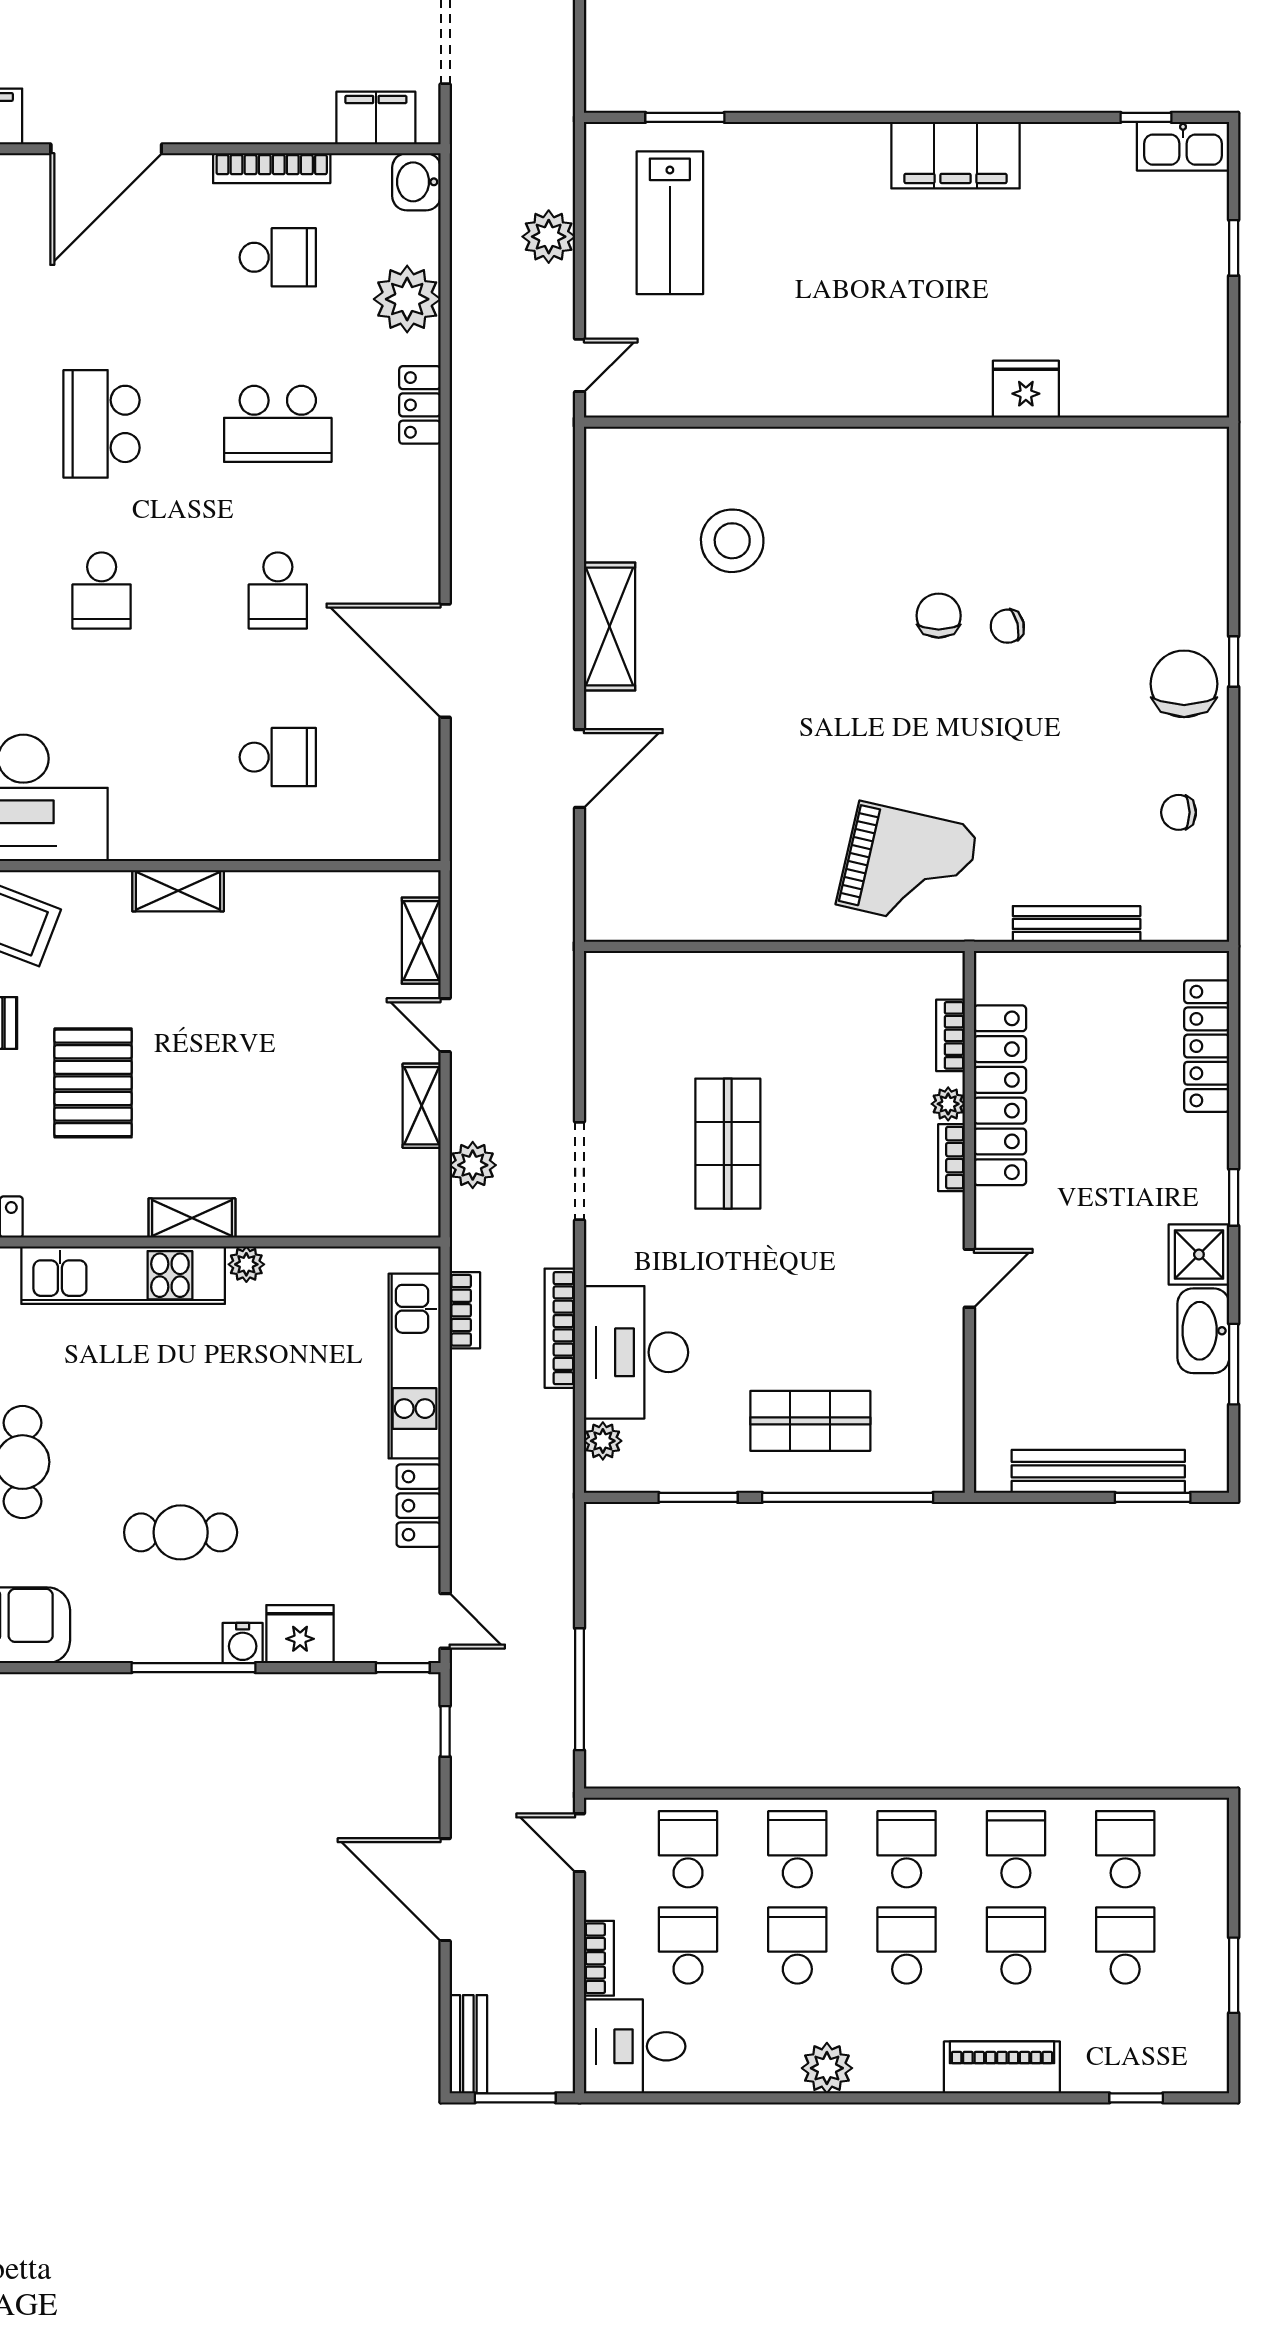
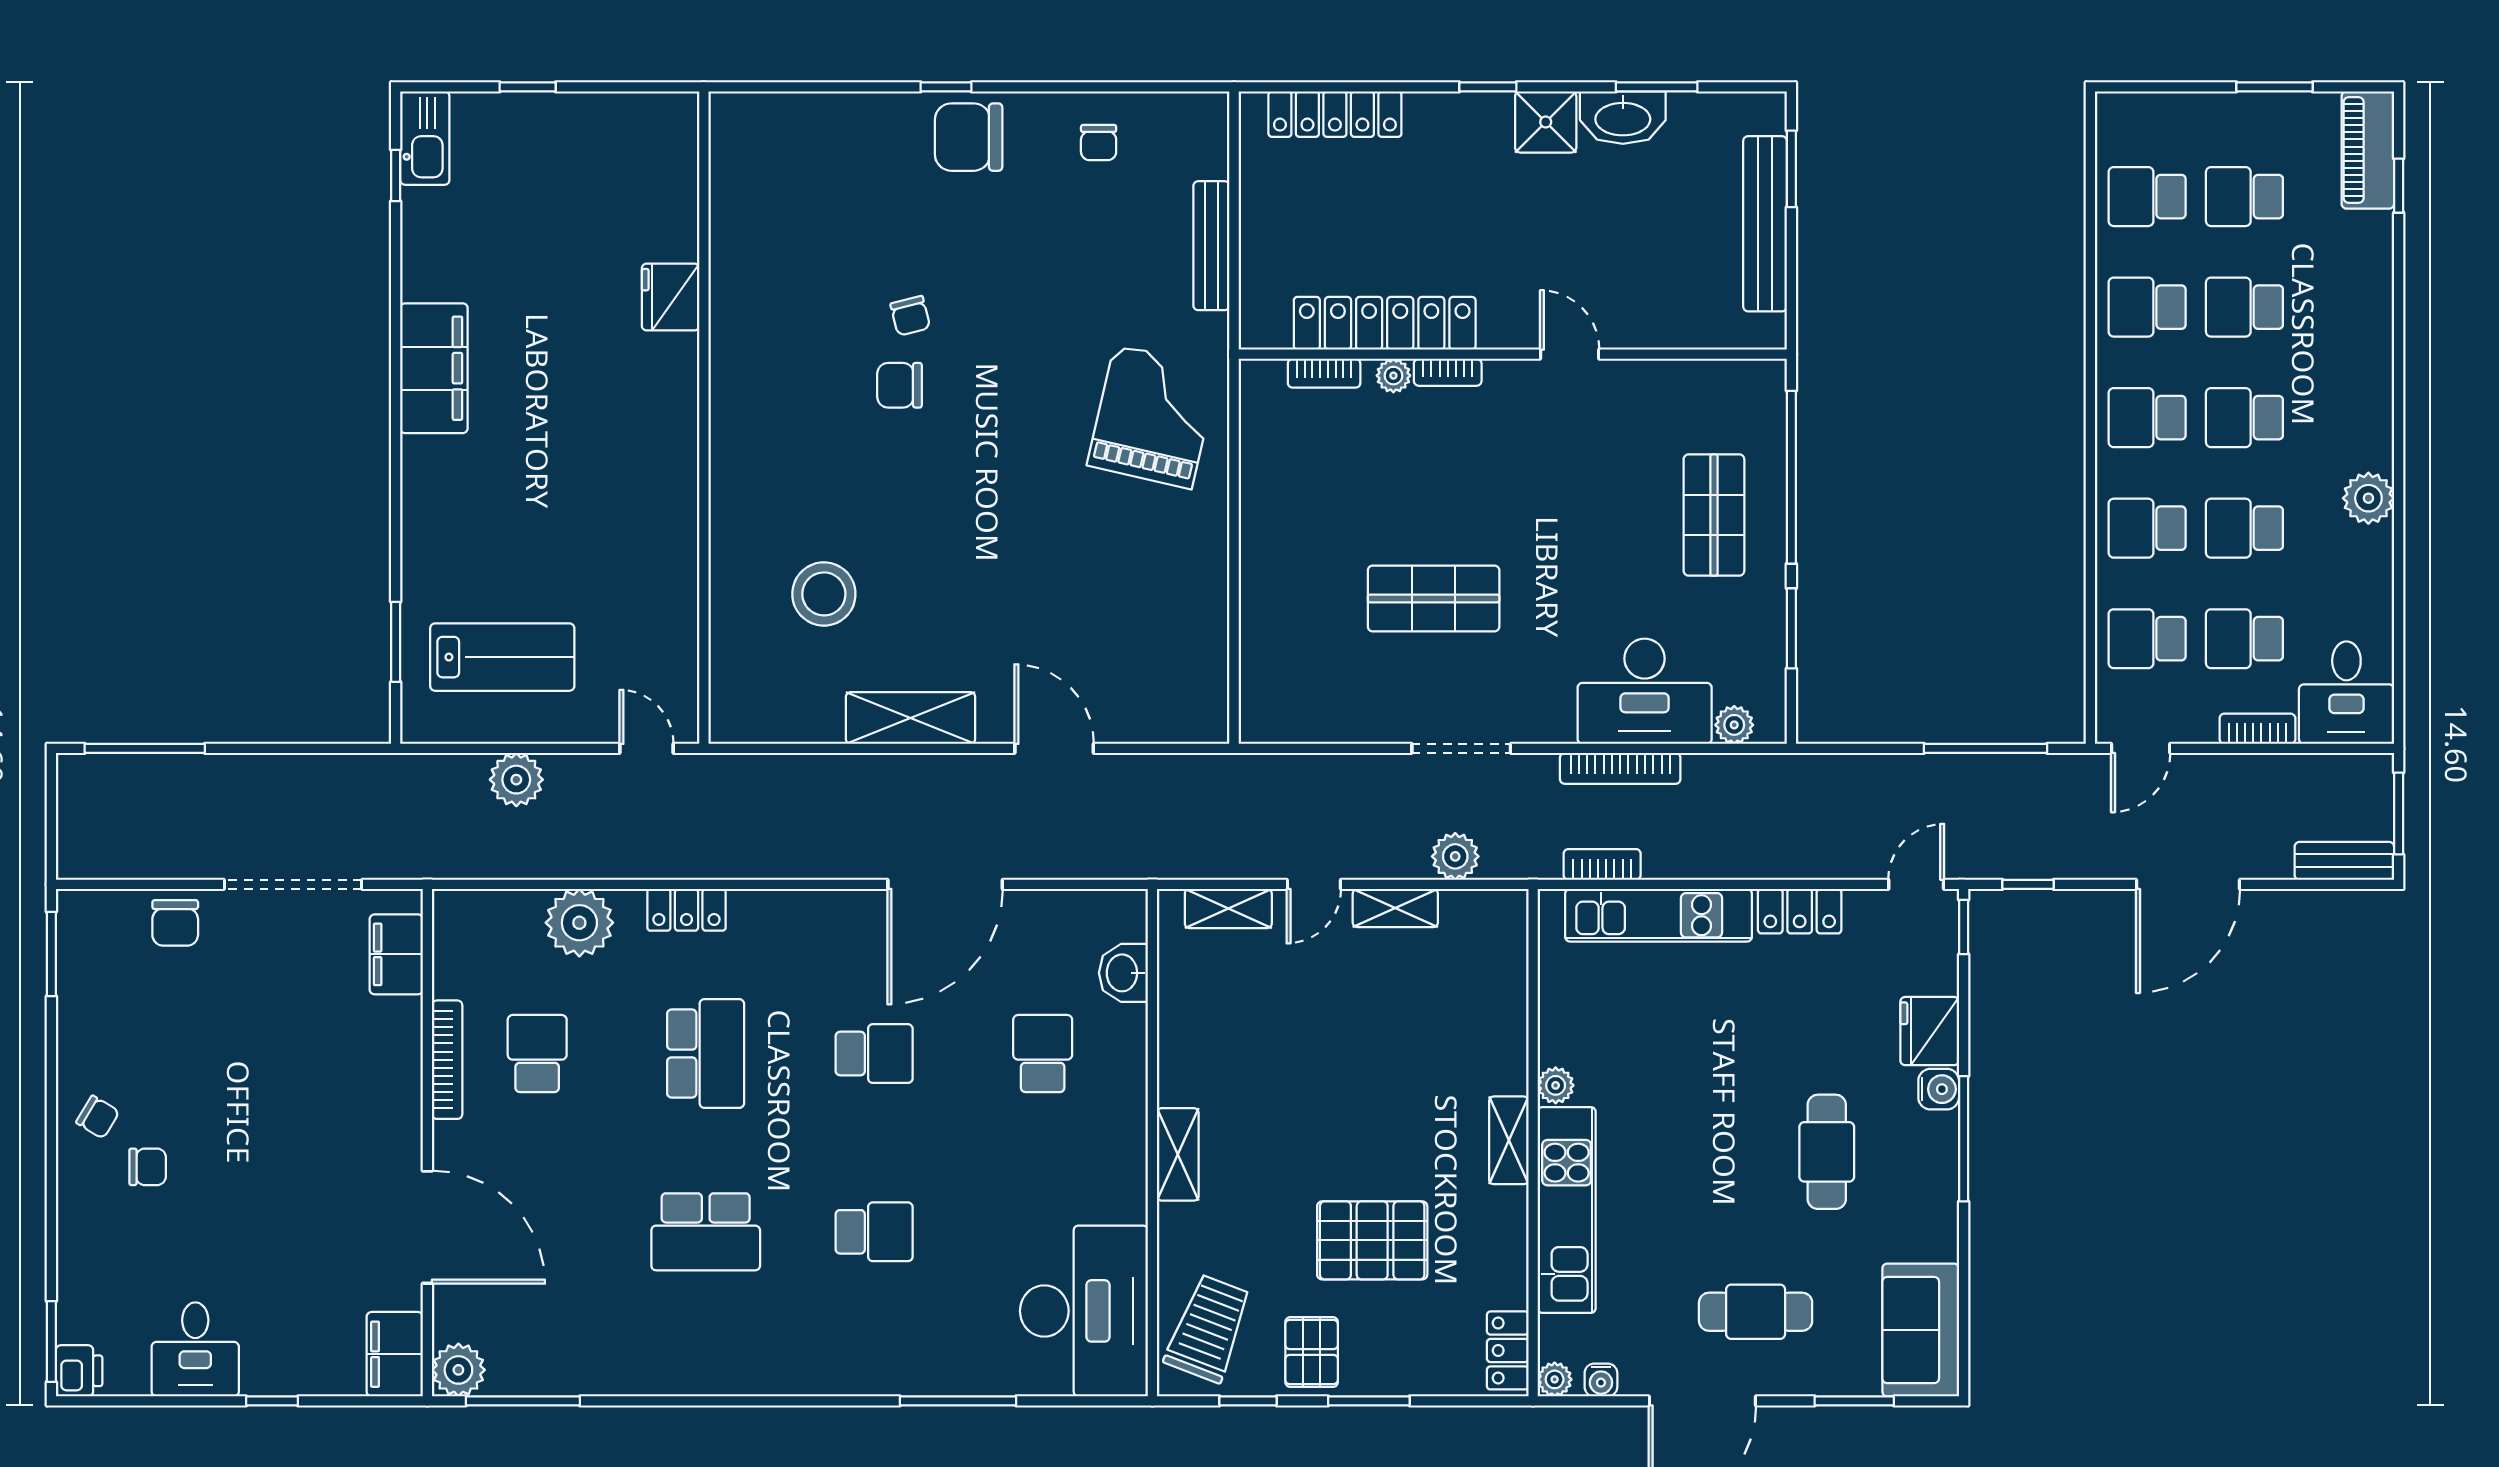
washbasin: (416, 182) -> (1123, 973), moved, turned 90
piano: (1002, 2067) -> (2368, 150), moved

